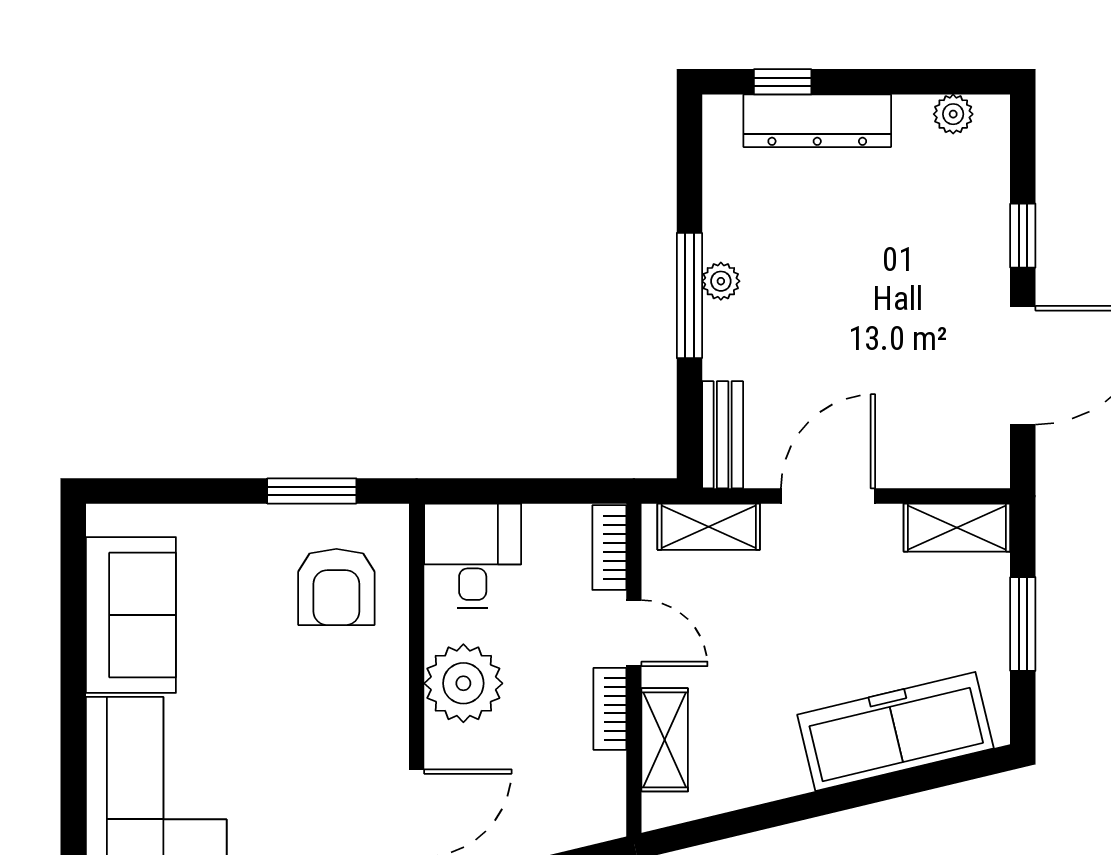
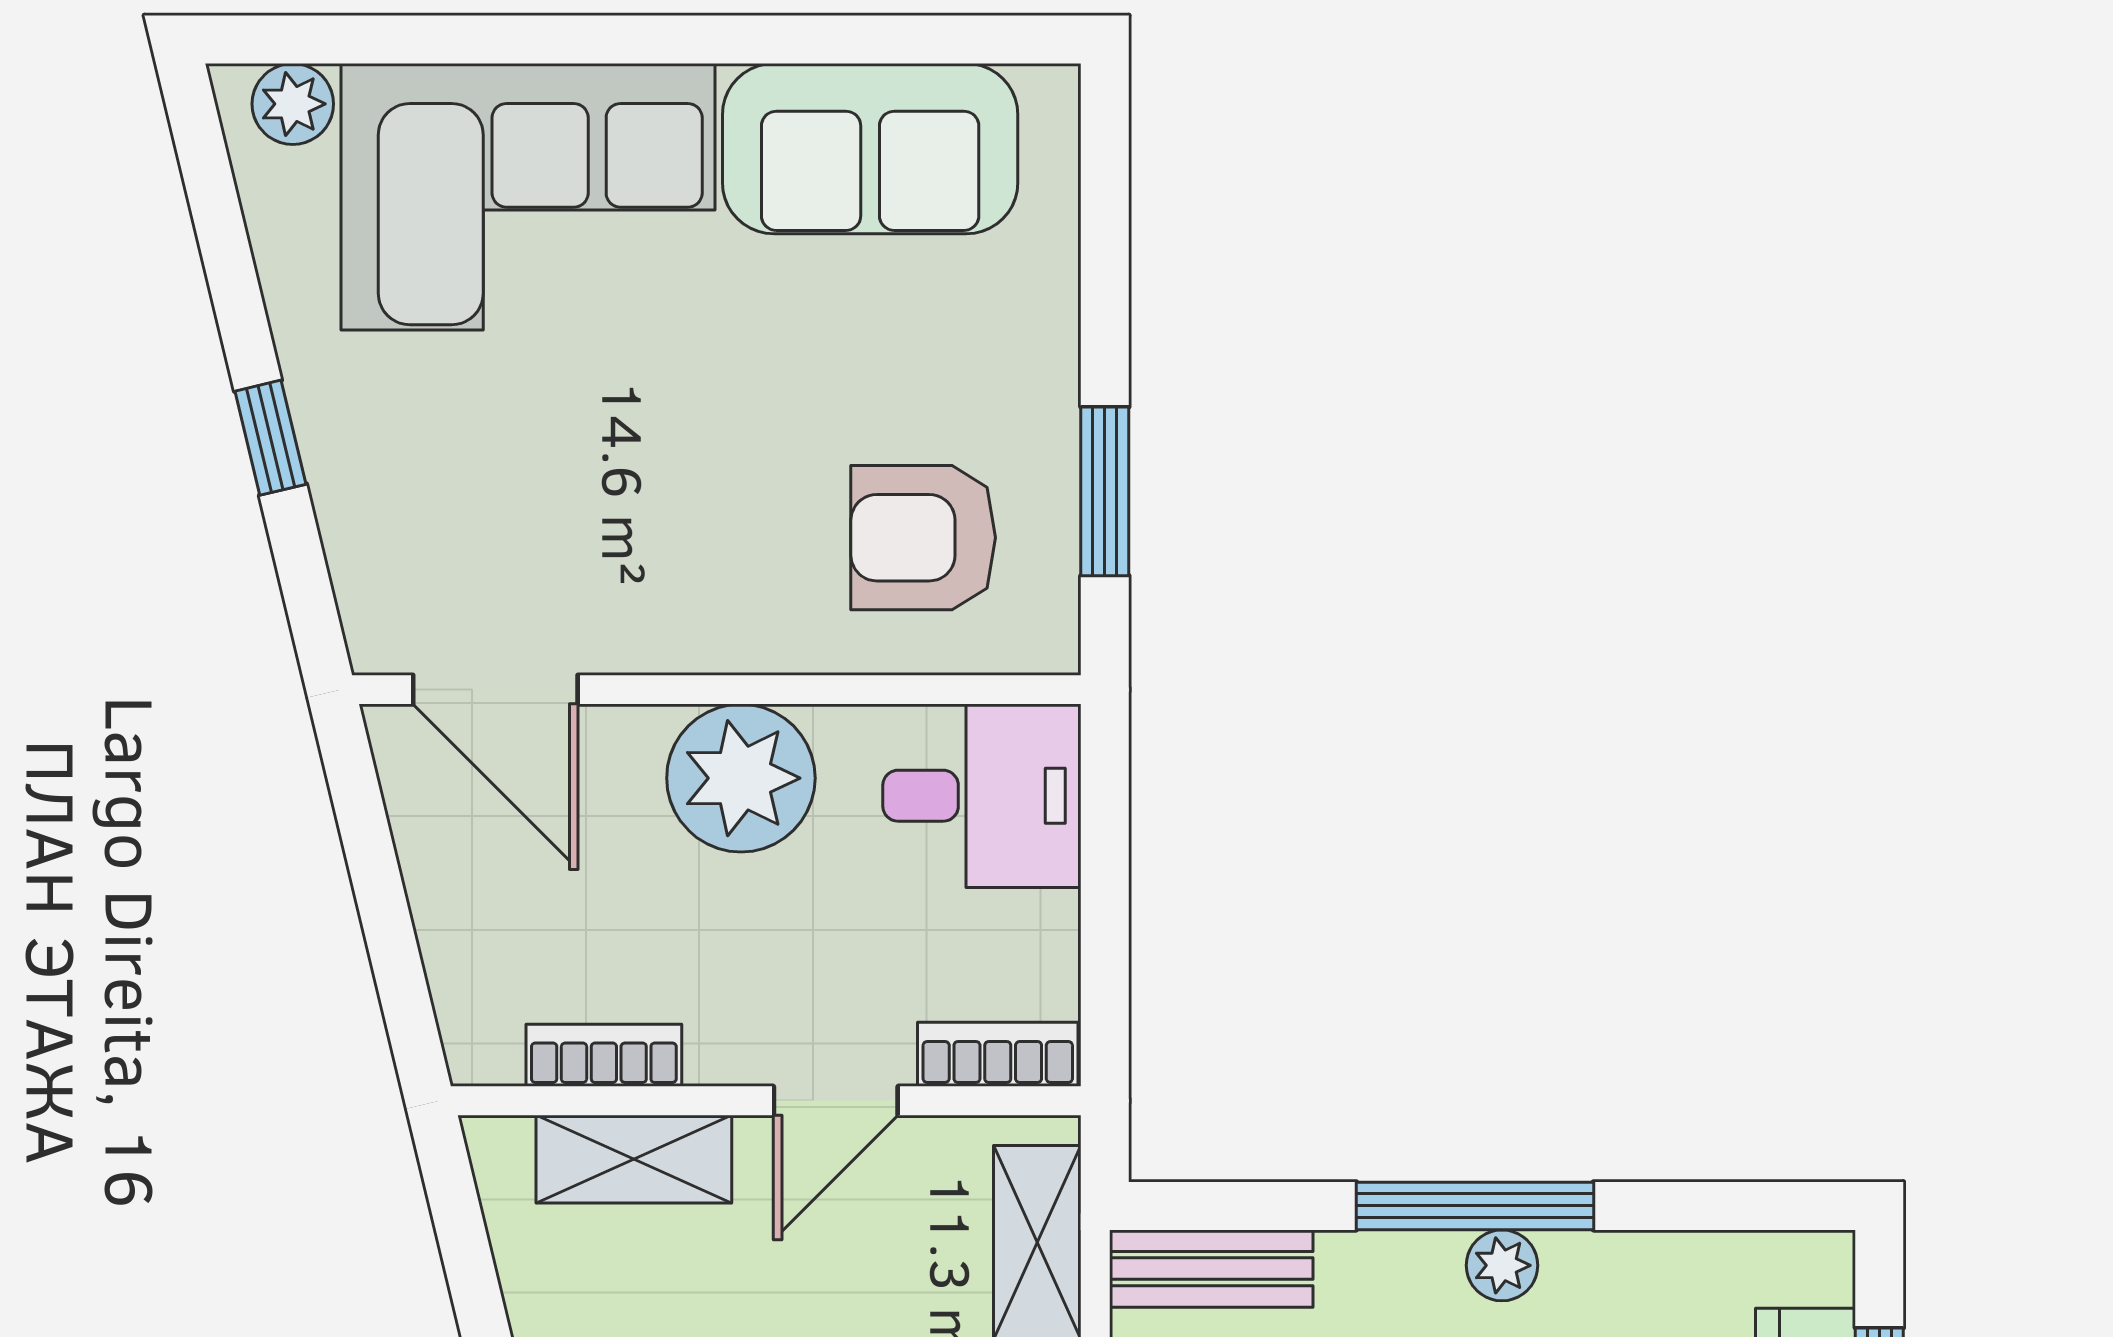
bookcase: (610, 709) -> (604, 1055), moved

